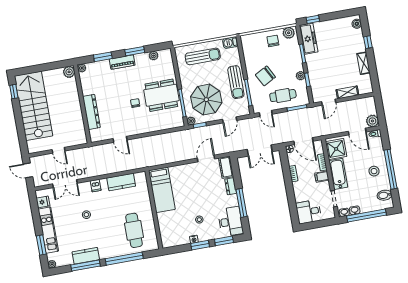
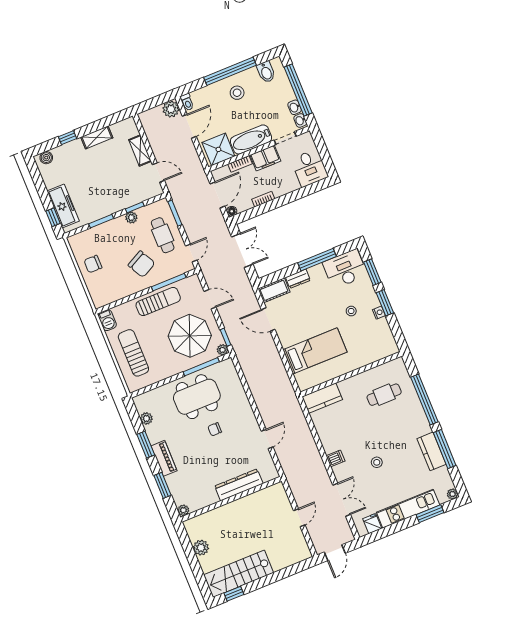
plant: (289, 33) -> (78, 245), removed
freezer: (309, 39) -> (63, 206), moved, turned 90
plant: (69, 72) -> (201, 548), moved
dining table: (161, 95) -> (197, 397), turned 90
stairs: (34, 106) -> (239, 574), width x0.73, depth x0.66
filing cabinet: (322, 177) -> (265, 158), width x2.00
kitchen counter: (121, 182) -> (322, 398), moved, turned 90
bed: (162, 190) -> (315, 351), moved
cafe table: (134, 230) -> (384, 395), width x0.73, depth x0.74

